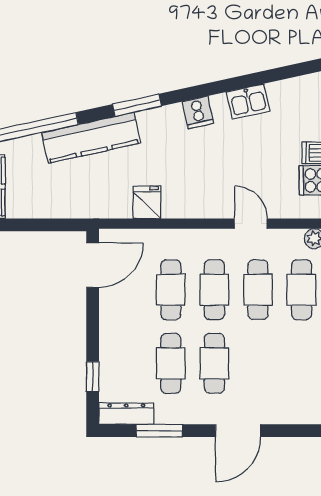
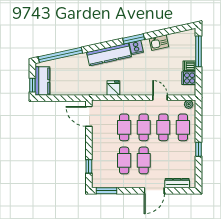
window: (137, 105) -> (134, 39), moved
kitchen counter: (91, 138) -> (109, 54), moved
door: (93, 265) -> (89, 116), swing flipped
dresser: (126, 414) -> (177, 183), moved
window: (160, 431) -> (107, 191), moved

